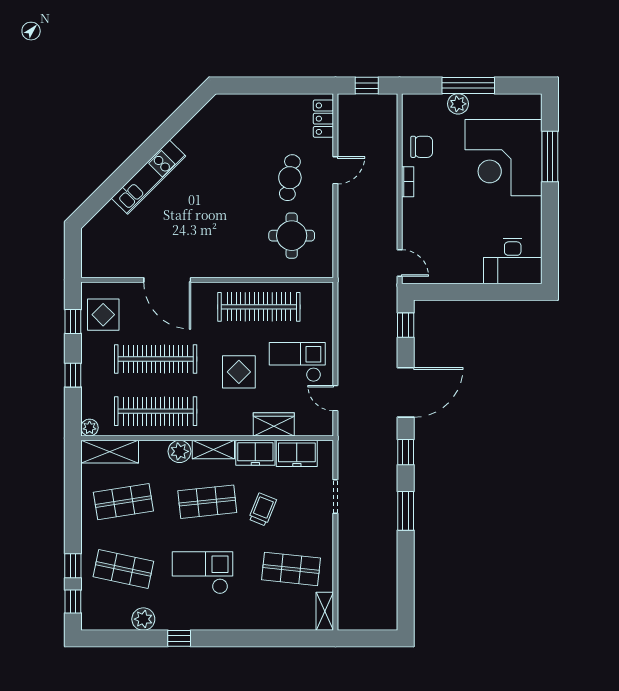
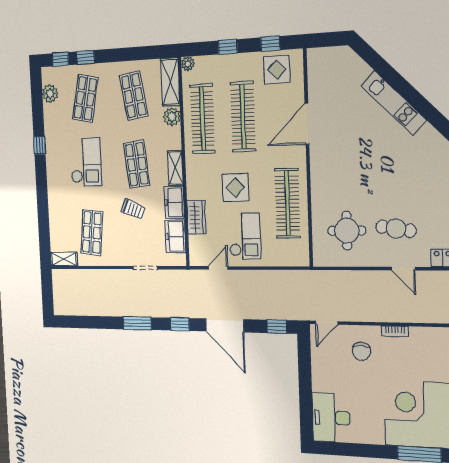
chair: (422, 147) -> (361, 351), moved
plant: (180, 451) -> (172, 117), moved
plant: (143, 619) -> (50, 94), moved

